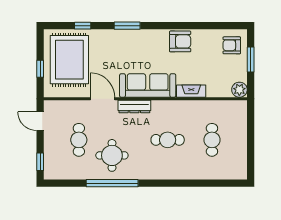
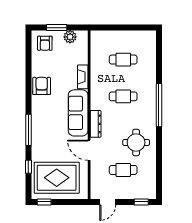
window: (127, 26) -> (28, 130), width x1.44
window: (40, 69) -> (44, 202), moved
plant: (239, 90) -> (70, 37), moved
door: (103, 99) -> (89, 150), hinge flipped
cafe table: (168, 140) -> (123, 96), turned 90
window: (112, 183) -> (159, 105), moved

